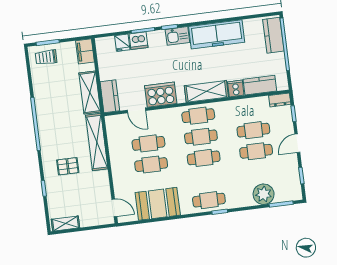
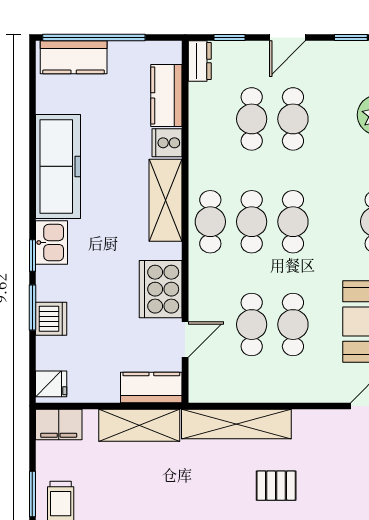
fridge: (122, 43) -> (51, 384), moved
door: (297, 143) -> (287, 38), hinge flipped
pallet: (68, 166) -> (276, 486), turned 90

